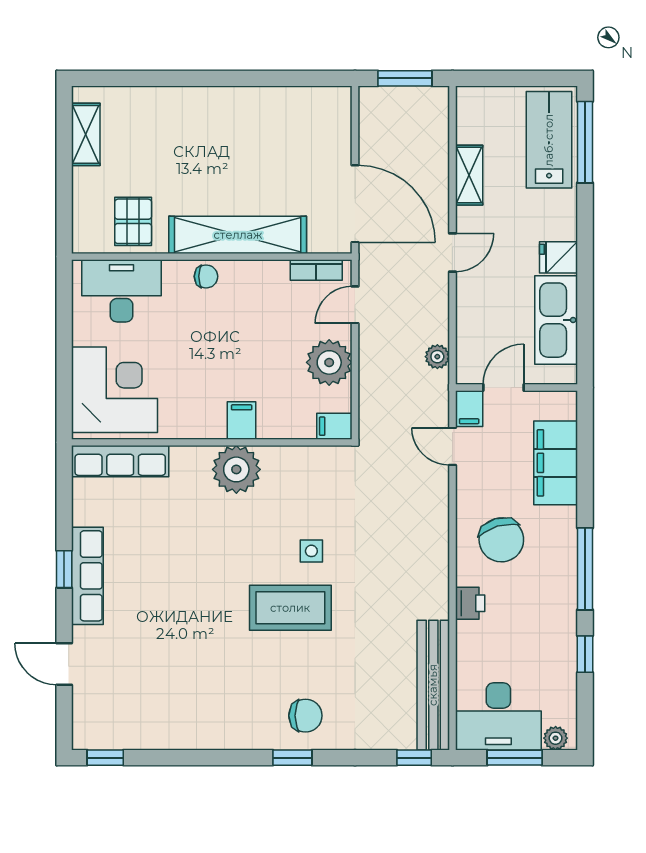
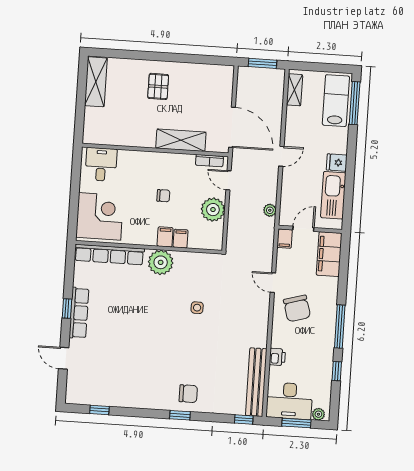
shelving: (86, 134) -> (96, 82), width x1.50, depth x1.33
shelving: (469, 175) -> (295, 90), moved
pallet: (133, 221) -> (158, 86), moved
shelving: (238, 235) -> (181, 140), width x0.68
chair: (206, 276) -> (163, 196), moved
desk: (122, 291) -> (101, 164), width x0.73
door: (355, 305) -> (229, 180), hinge flipped
filing cabinet: (334, 426) -> (181, 239), moved, turned 90
door: (452, 446) -> (273, 283), moved
row of seats: (120, 461) -> (109, 255), width x1.36
filing cabinet: (556, 463) -> (329, 254), moved
printer: (470, 603) -> (277, 357), moved
coffee table: (290, 608) -> (184, 337), removed
window: (105, 758) -> (99, 410), moved

